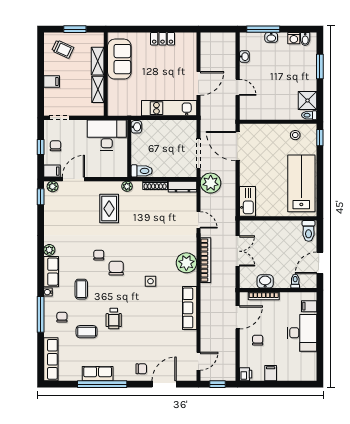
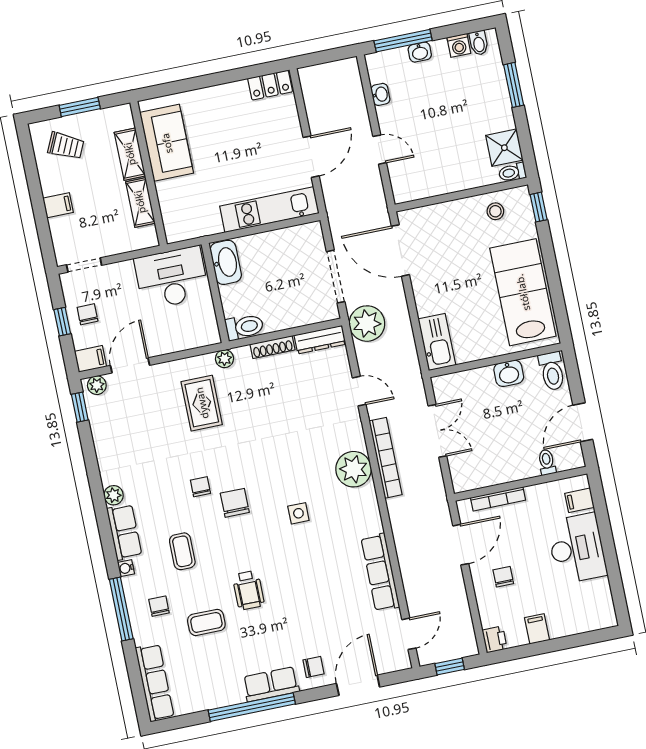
locker: (163, 39) -> (270, 85), moved
washbasin: (136, 127) -> (226, 262), width x1.91, depth x1.45
washbasin: (265, 281) -> (509, 373), moved, turned 180
row of seats: (190, 308) -> (380, 572), moved
row of seats: (98, 374) -> (271, 684), moved

